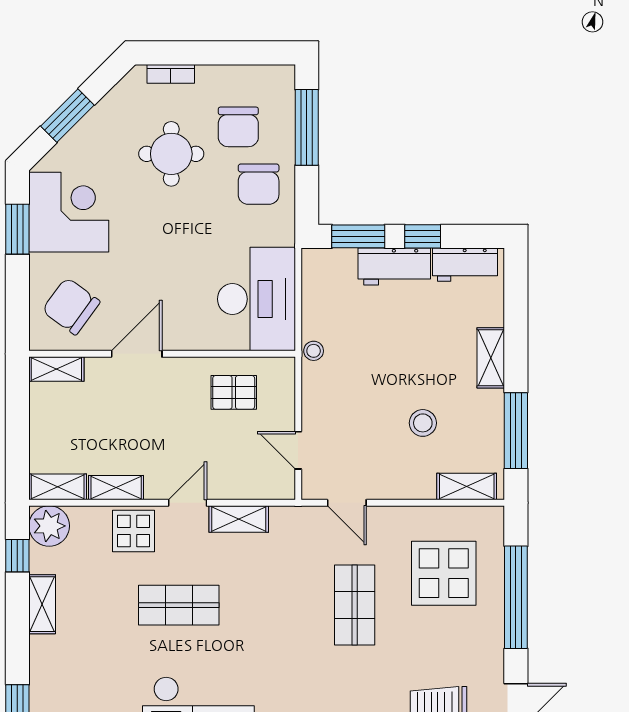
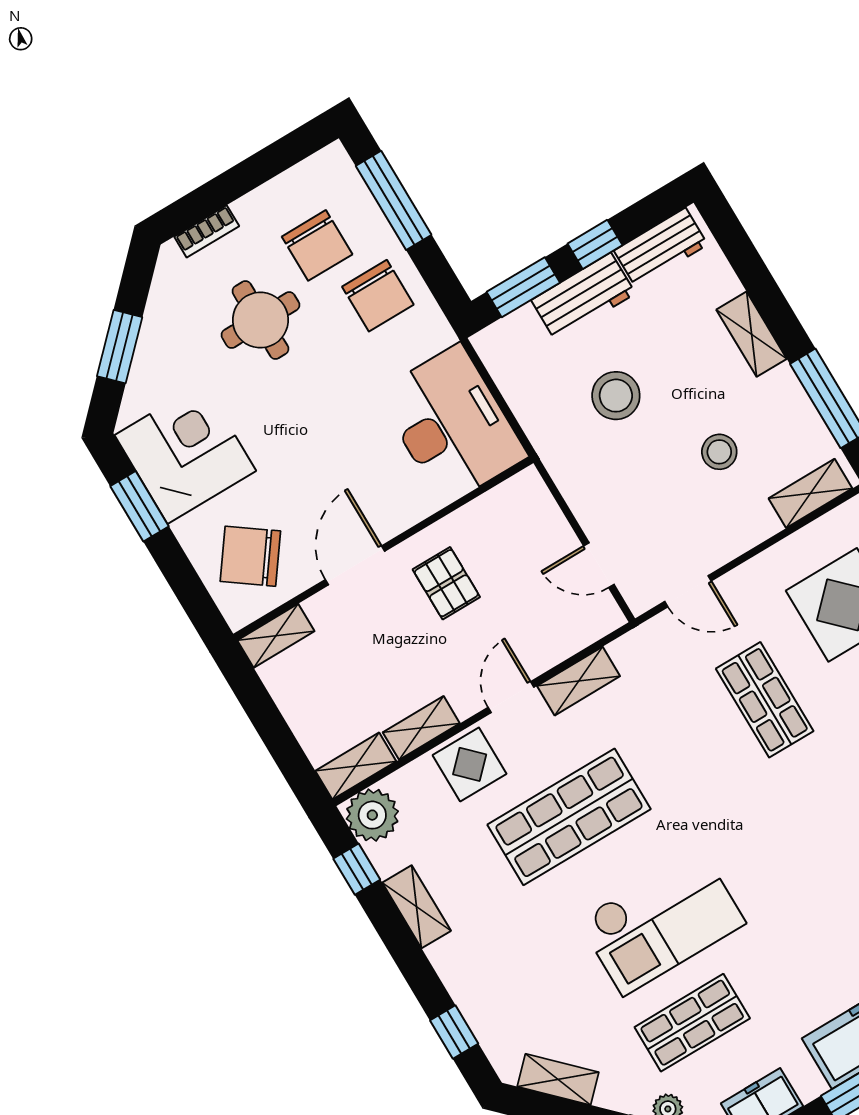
stool: (314, 351) -> (616, 396), moved, width x1.89, depth x1.89
pallet: (234, 392) -> (446, 583), moved, turned 90
shop shelf: (179, 605) -> (569, 817), width x1.43, depth x1.36

